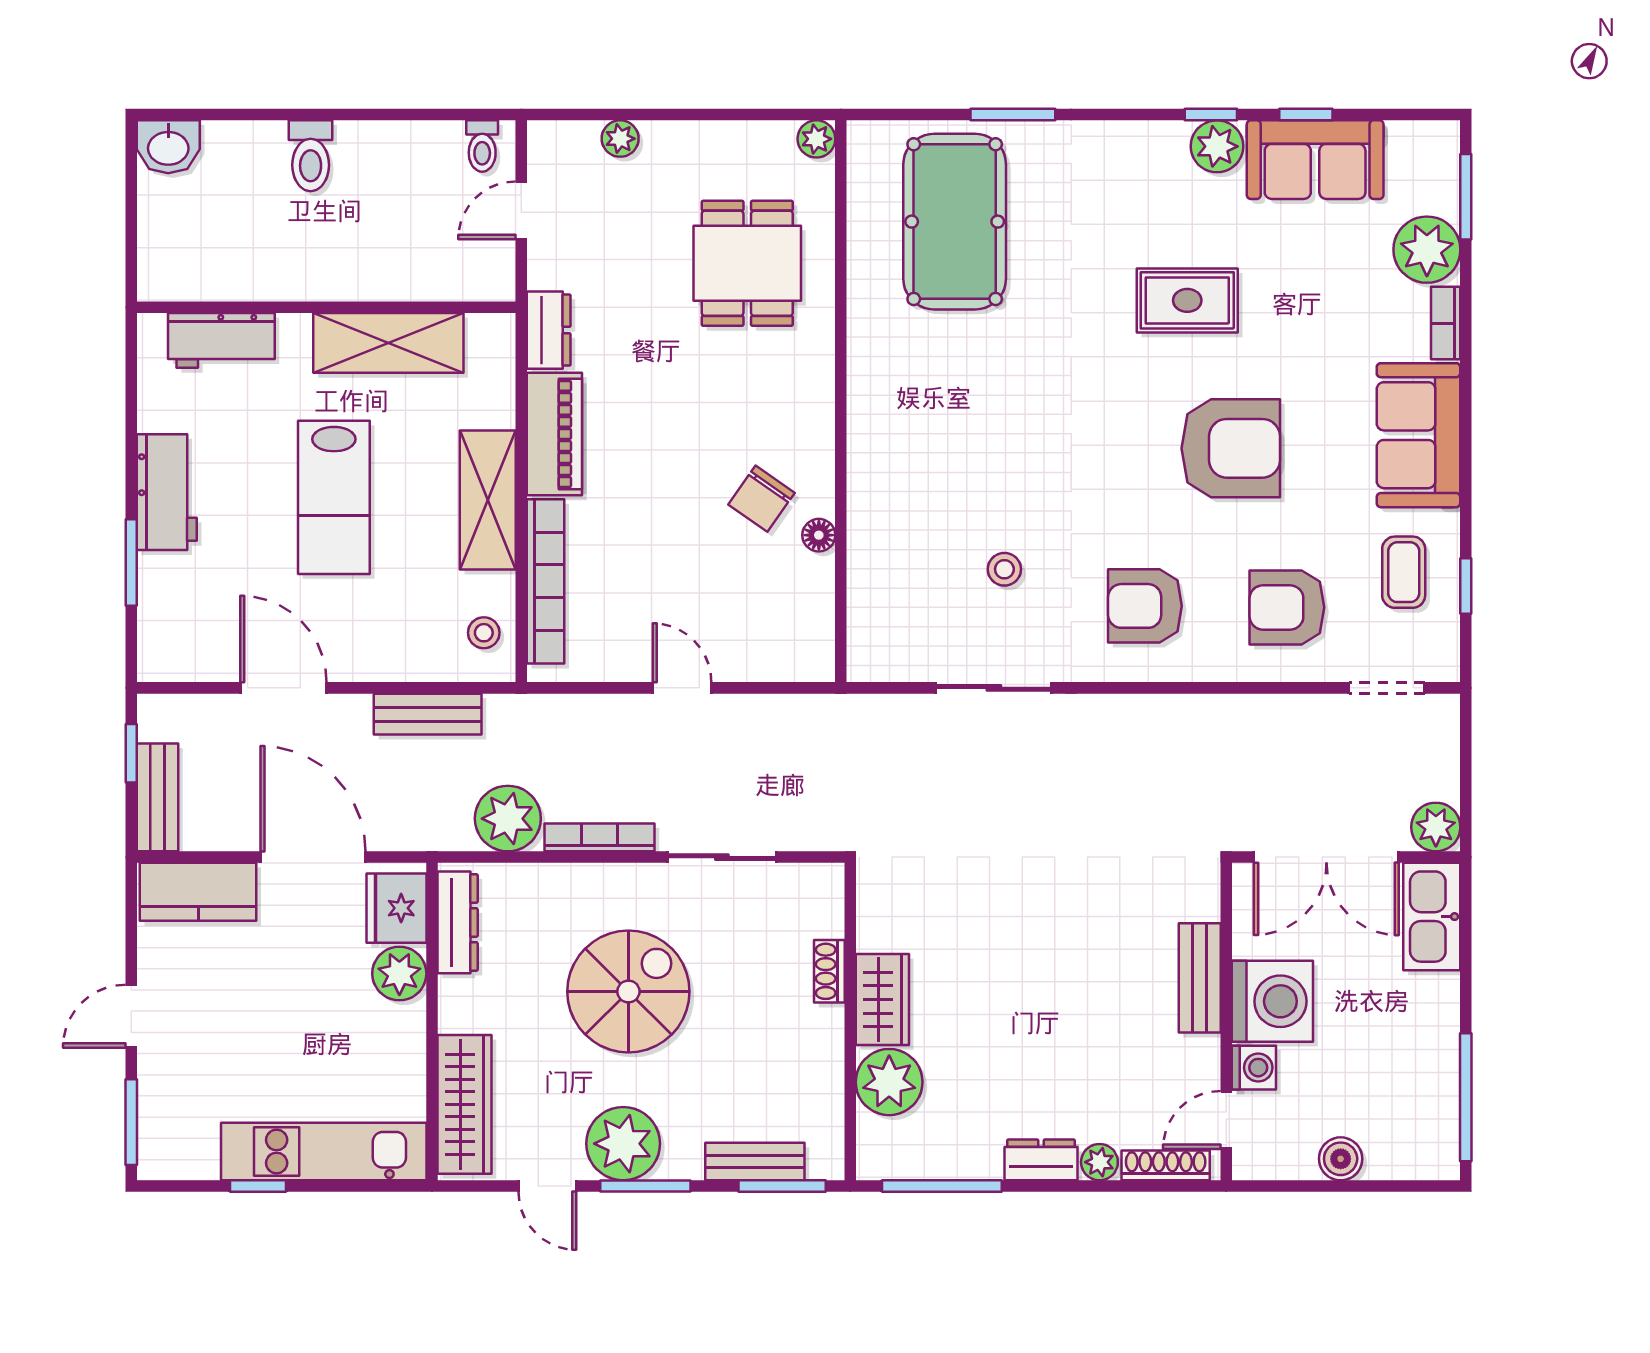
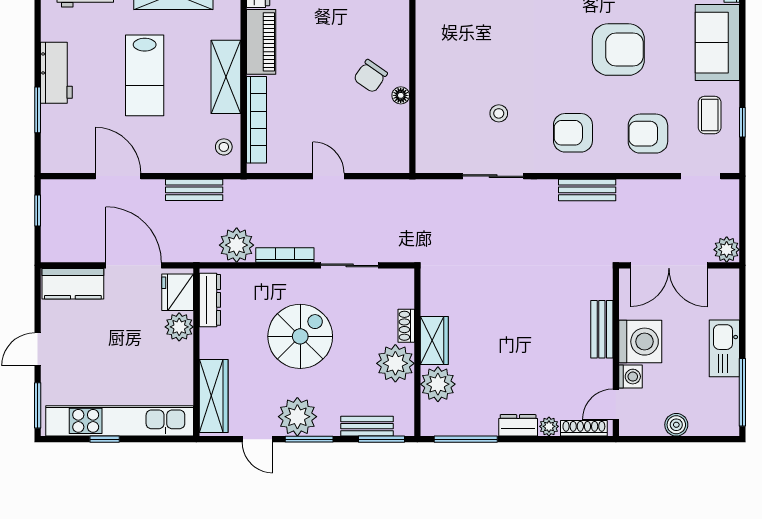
bench: (157, 797) -> (587, 190), moved, turned 90
kitchen sink: (1432, 917) -> (724, 348), moved
plant: (809, 1042) -> (395, 363), added
kitchen unit: (324, 1152) -> (120, 421), width x1.36

